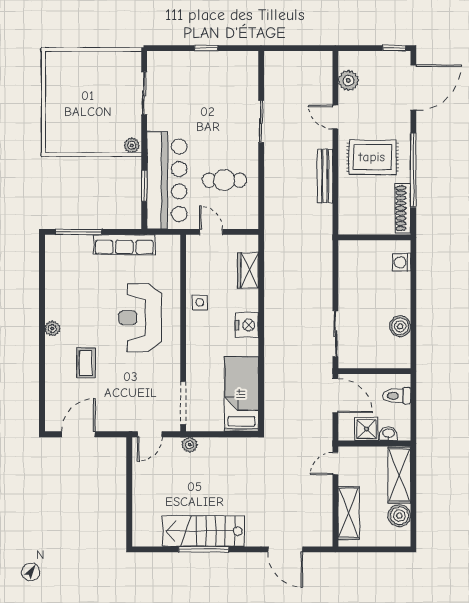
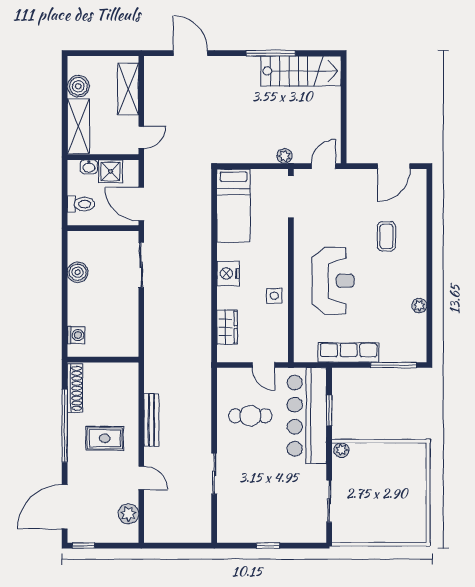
rug: (372, 157) -> (105, 438), width x0.73, depth x0.70
plant: (52, 328) -> (419, 306), moved
stairs: (203, 531) -> (301, 71), moved

